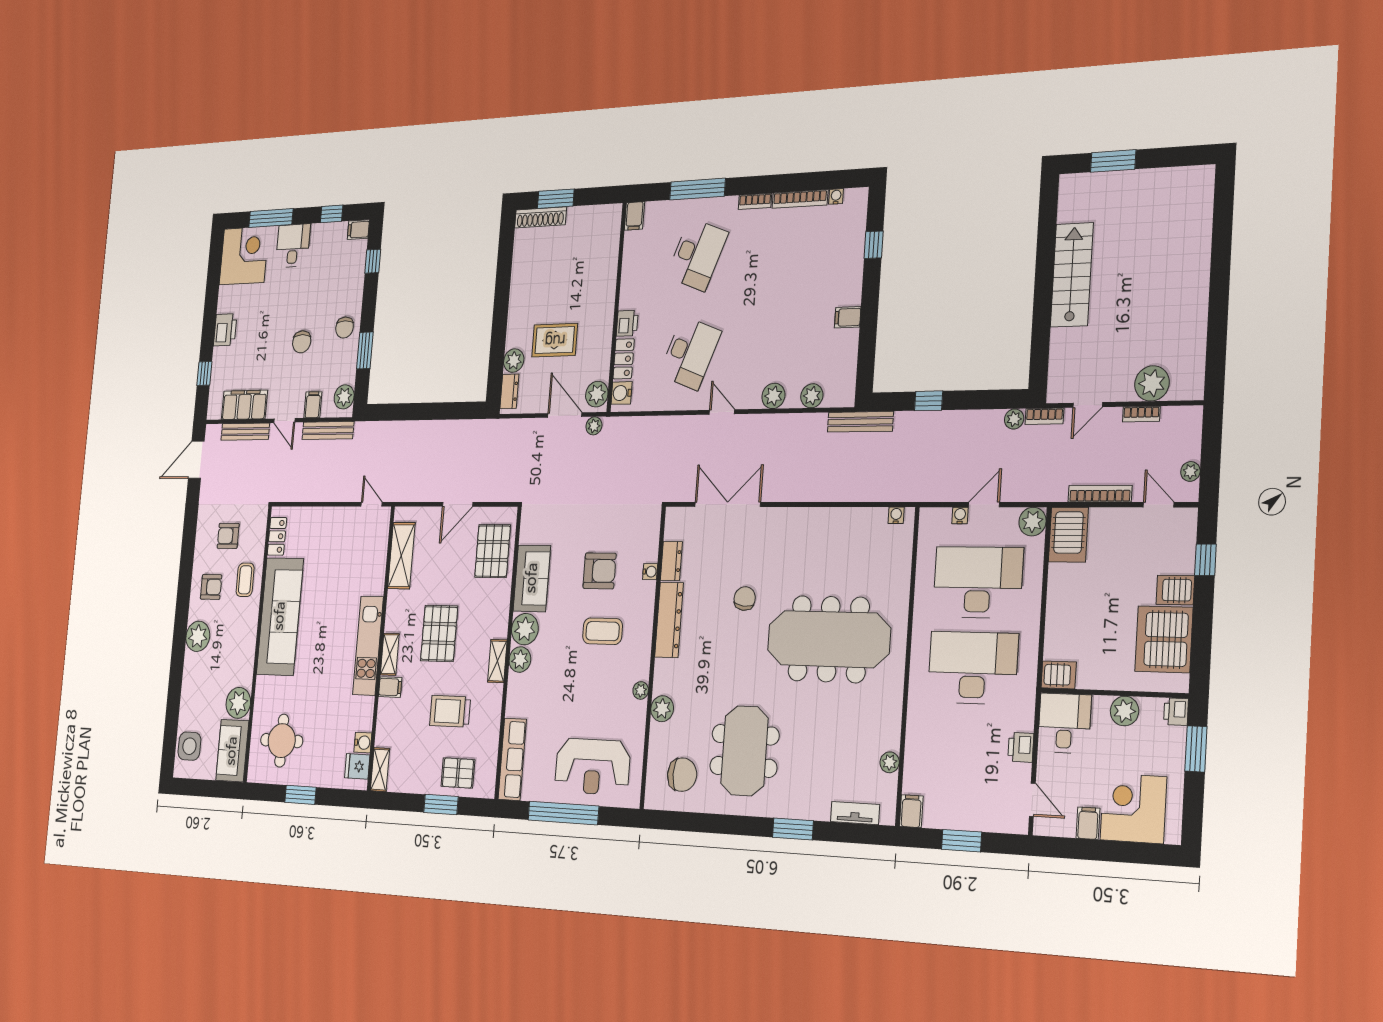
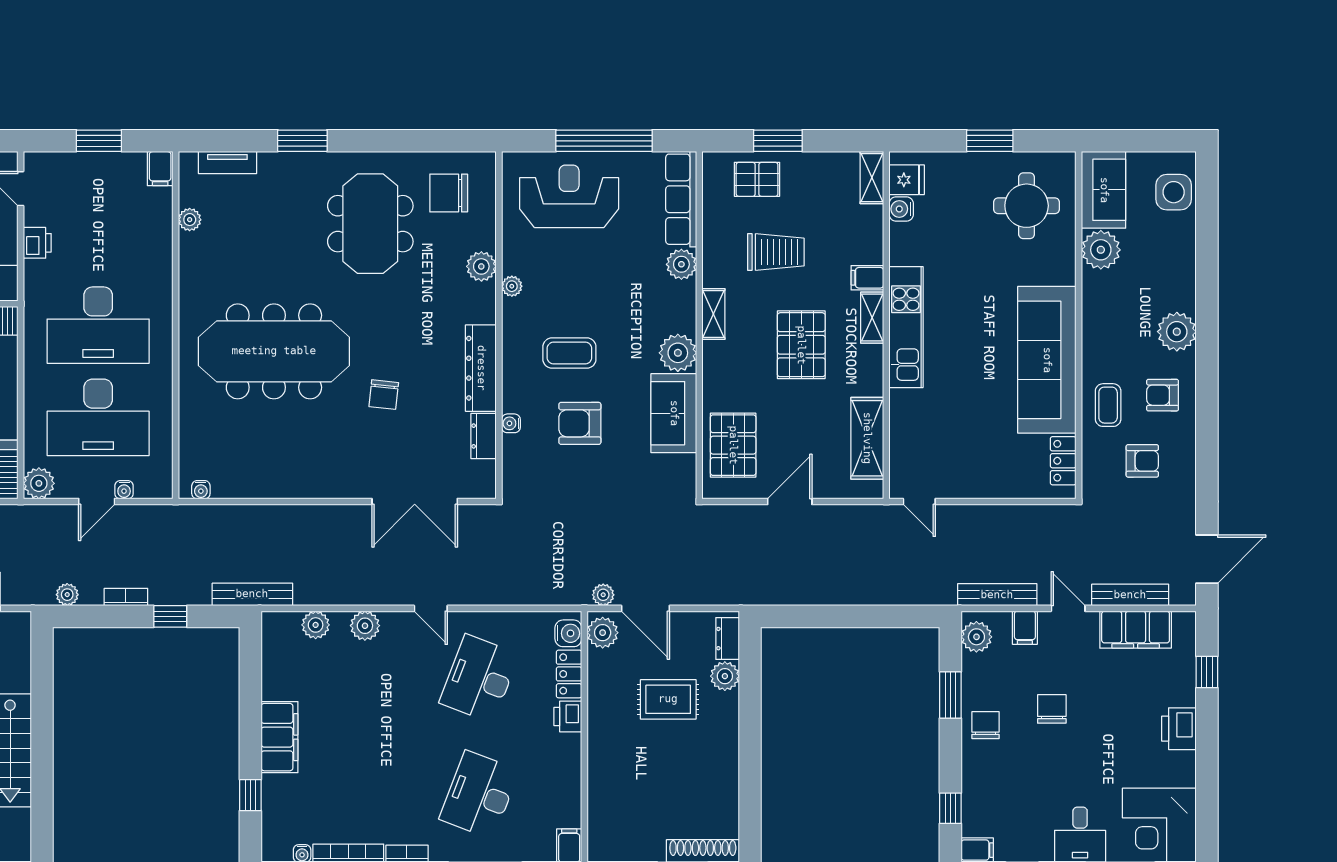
filing cabinet: (848, 317) -> (280, 737), width x3.00, depth x1.17
bookcase: (1044, 416) -> (126, 597), moved
plant: (520, 660) -> (681, 264), moved

